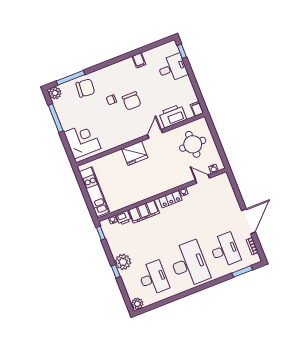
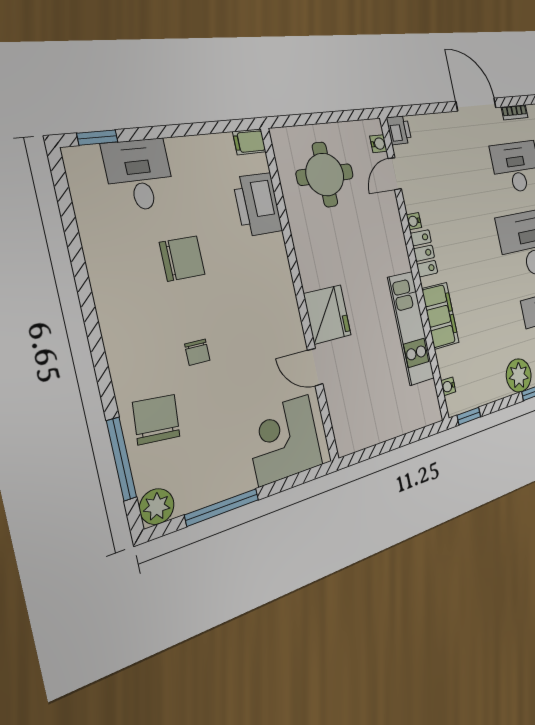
filing cabinet: (139, 60) -> (103, 260), removed
chair: (132, 101) -> (182, 258), moved
door: (155, 134) -> (315, 367), moved
kitchen unit: (94, 192) -> (411, 328), moved, turned -90
printer: (123, 218) -> (399, 130), moved

